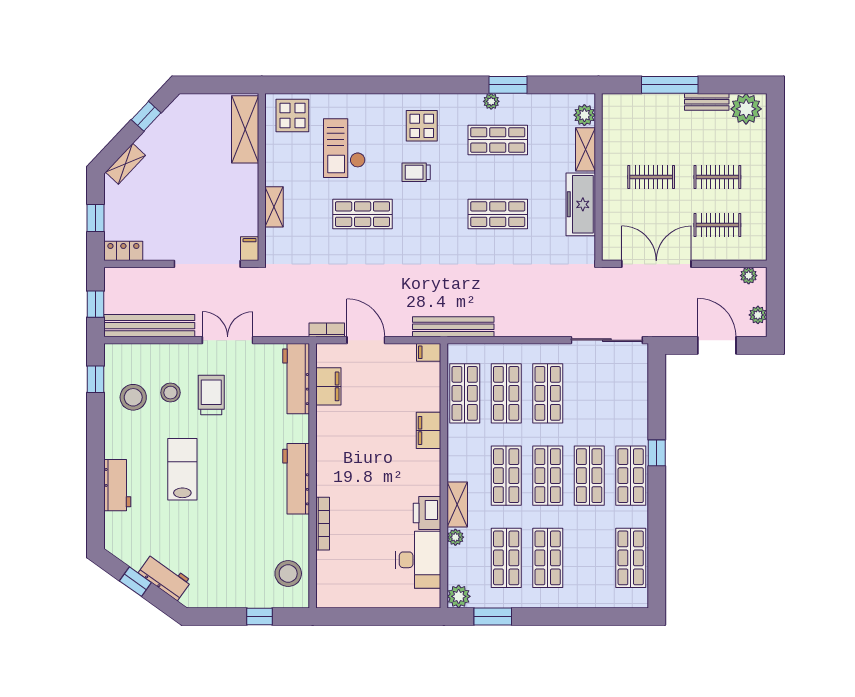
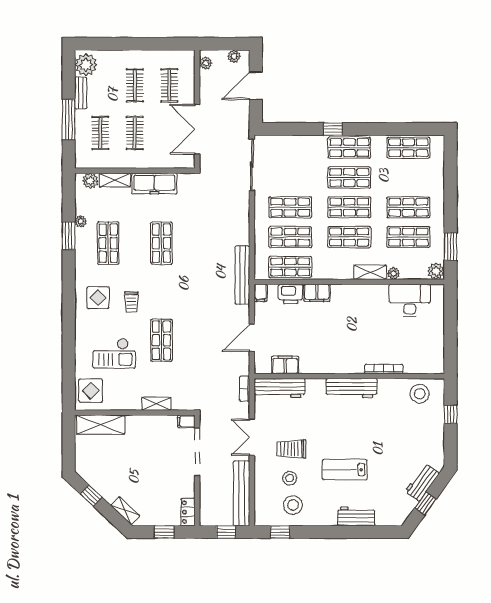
plant: (491, 101) -> (81, 221), moved
clothes rail: (651, 129) -> (100, 133), added
bookcase: (327, 330) -> (245, 389), moved
printer: (427, 513) -> (291, 294), moved

